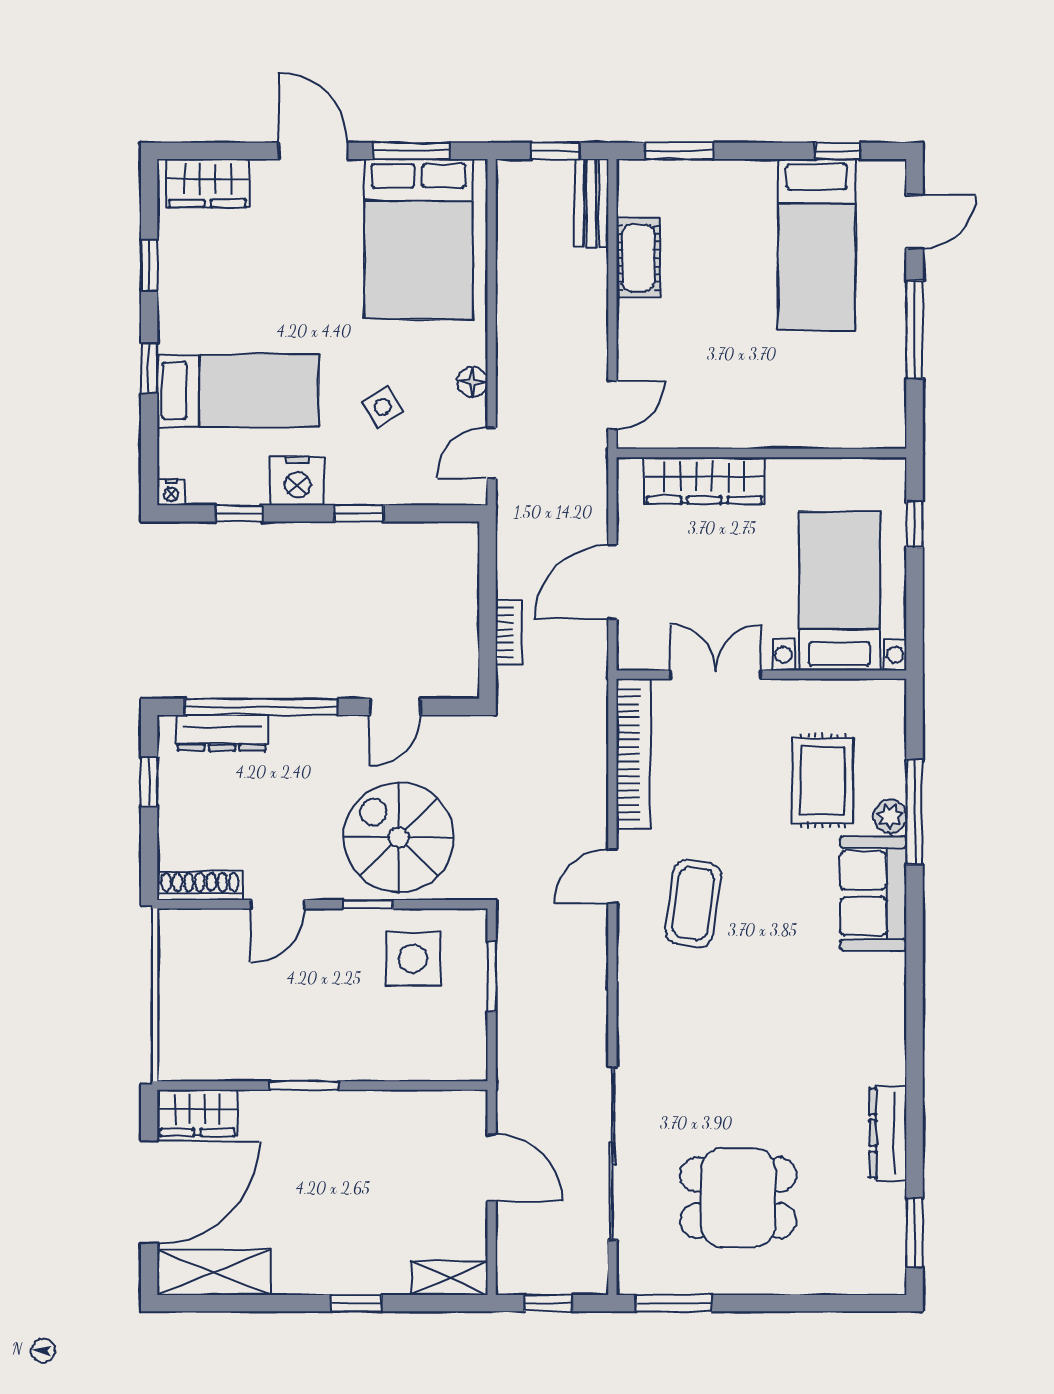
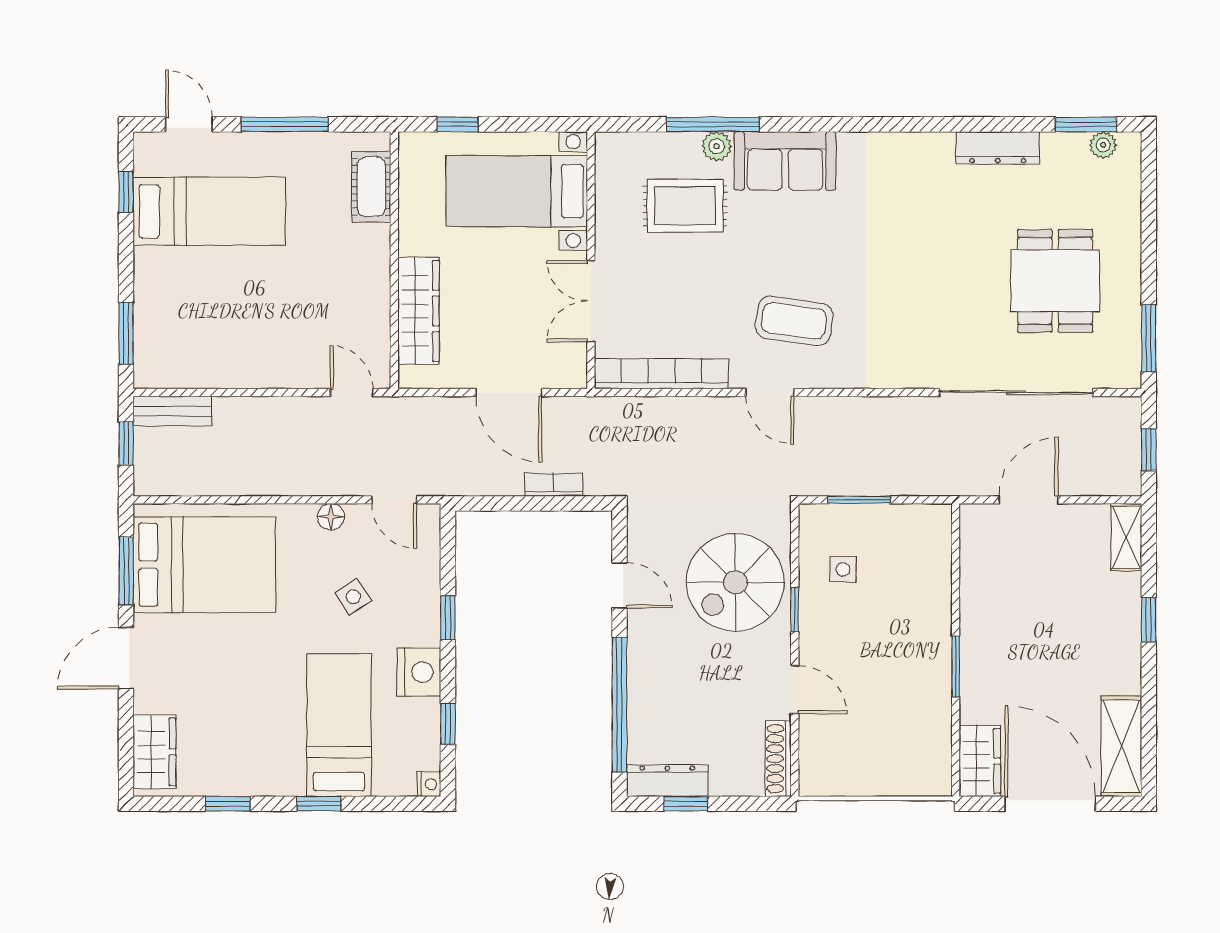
cot: (638, 258) -> (371, 187), moved, turned 90
dresser: (222, 733) -> (667, 781), moved, turned -90
side table: (413, 959) -> (843, 569), width x0.54, depth x0.54
plant: (891, 1252) -> (1103, 145), added

